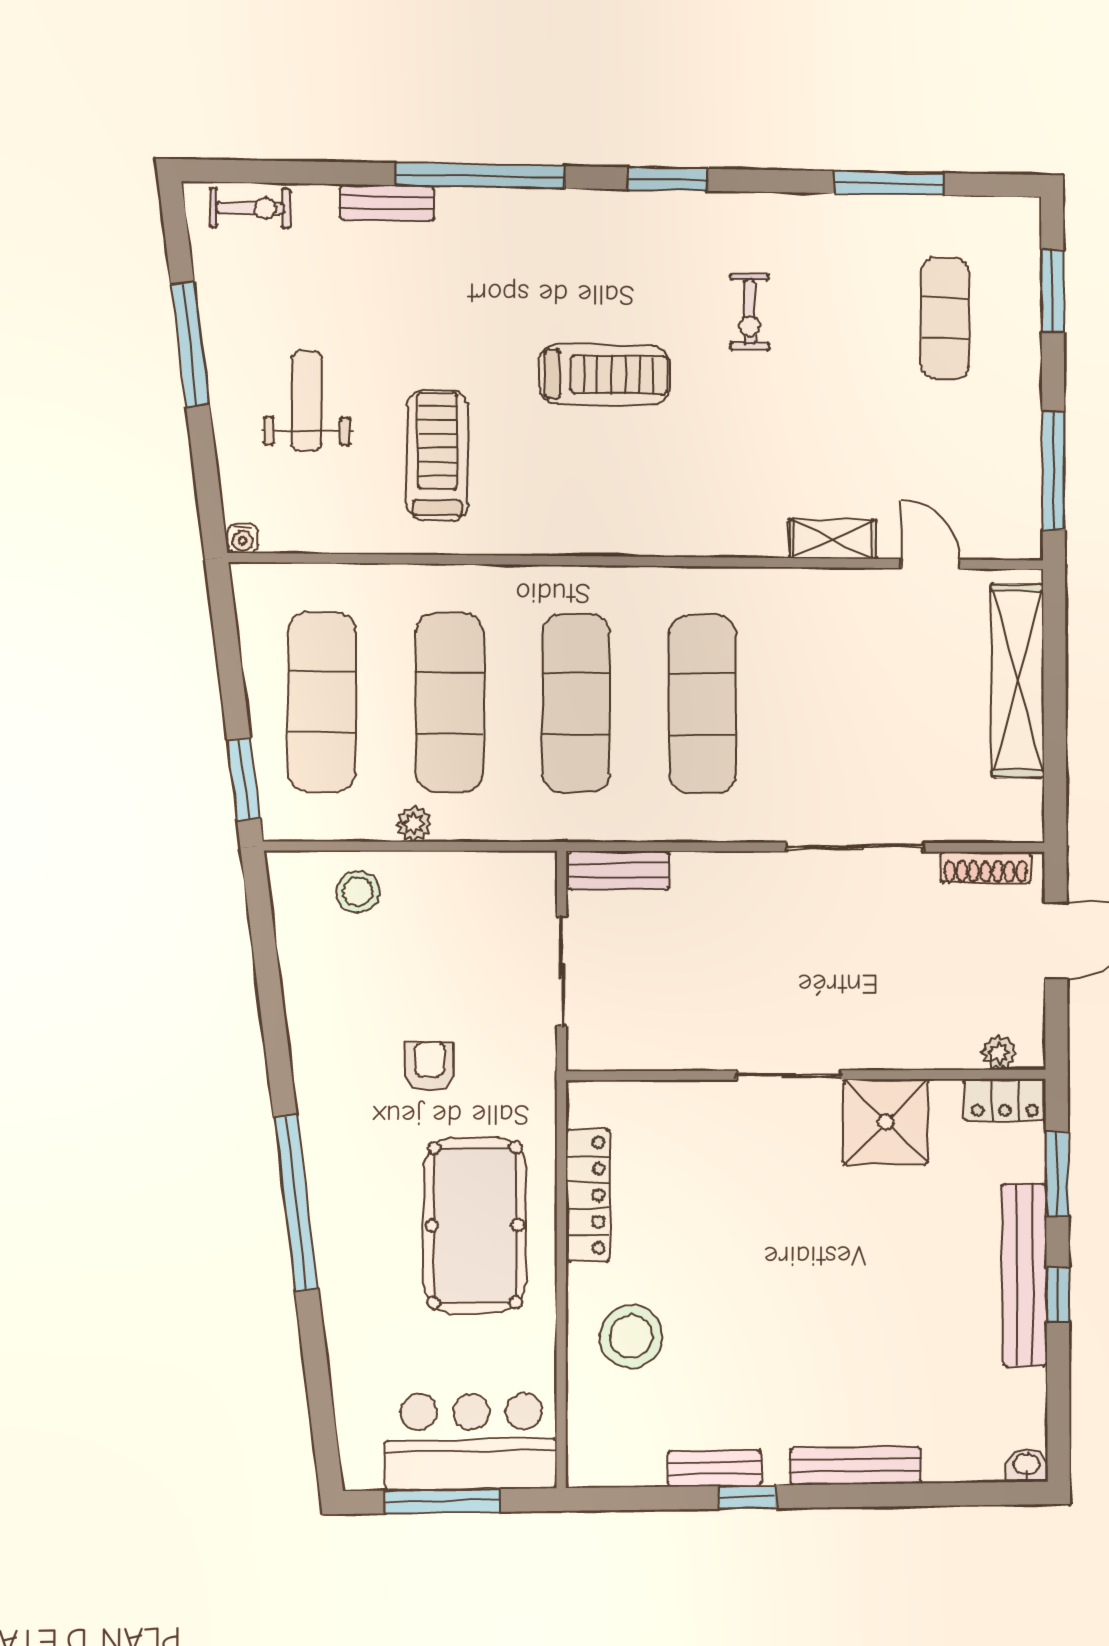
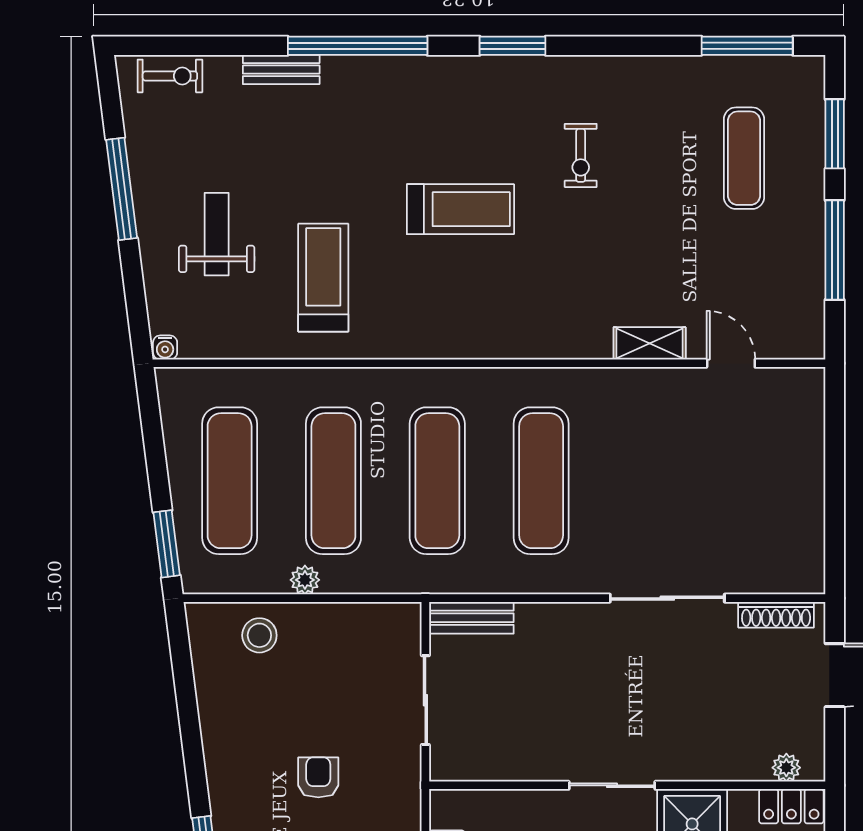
window: (889, 183) -> (747, 46), moved
window: (1053, 471) -> (835, 250), moved
shelving: (1017, 681) -> (803, 460), removed

